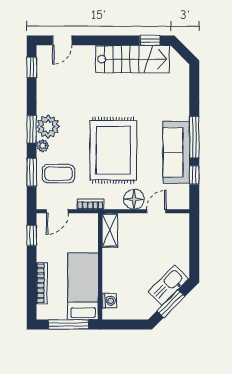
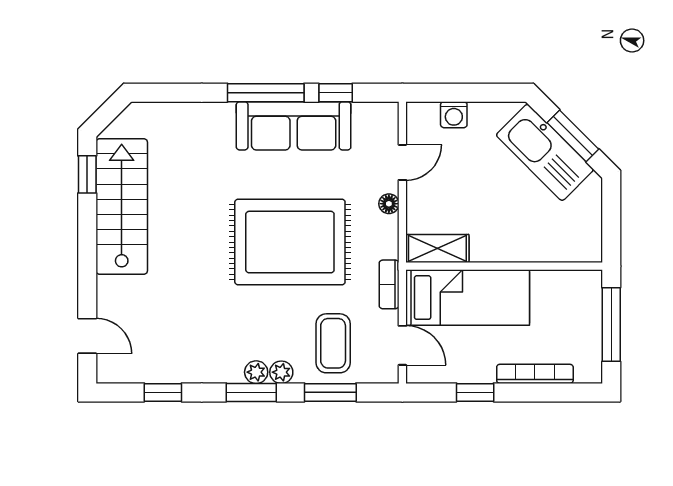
window: (32, 67) -> (163, 392), moved
plant: (48, 127) -> (256, 372), width x0.53, depth x0.53
floor lamp: (134, 199) -> (389, 204), width x0.53, depth x0.53
door: (156, 211) -> (402, 162), swing flipped
window: (32, 235) -> (475, 392), moved
kitchen sink: (168, 285) -> (545, 152), width x1.36, depth x1.24
bed: (83, 286) -> (468, 298), moved, turned 180
washing machine: (109, 301) -> (454, 115), moved, turned 180

